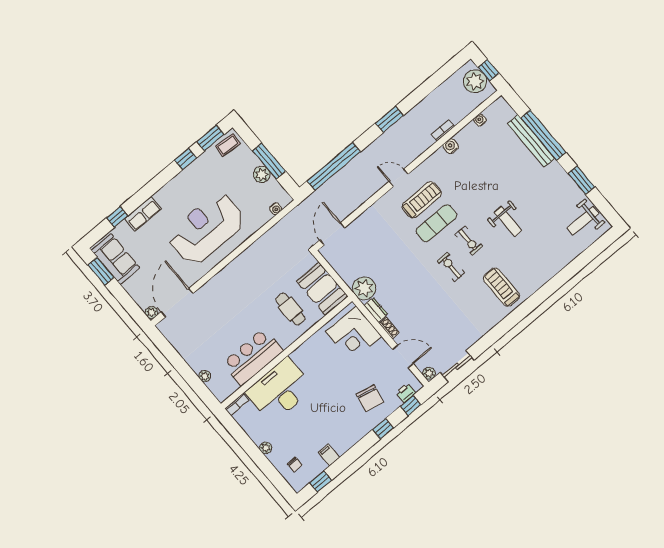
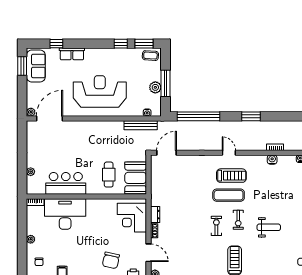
weight bench: (508, 221) -> (269, 227), turned -90
bench: (280, 228) -> (141, 125), added
plant: (364, 288) -> (159, 197), removed

